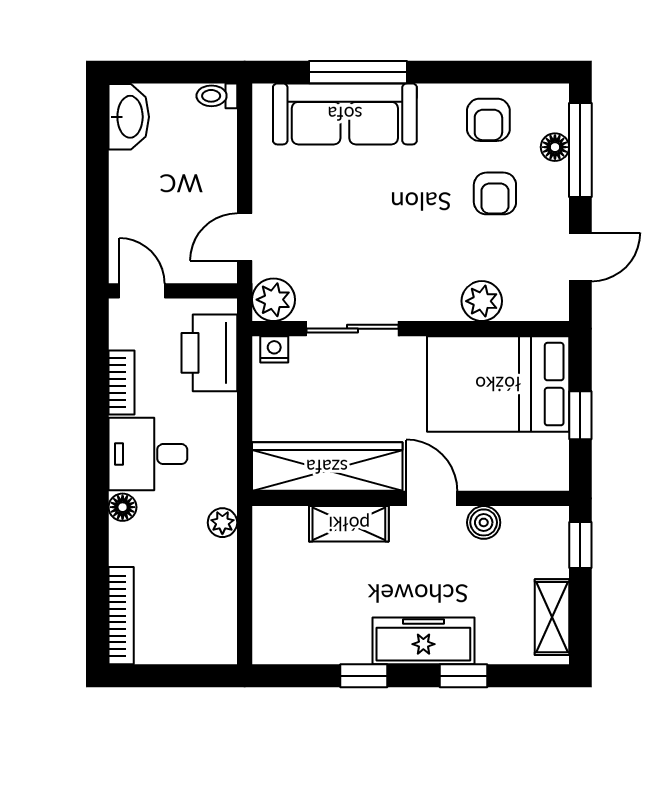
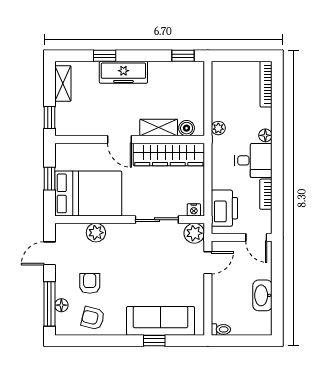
window: (358, 72) -> (154, 341), width x0.46
washbasin: (129, 117) -> (262, 295), moved
armchair: (488, 120) -> (93, 318), turned -76
boiler: (484, 522) -> (187, 128), moved
window: (364, 676) -> (183, 56), moved

